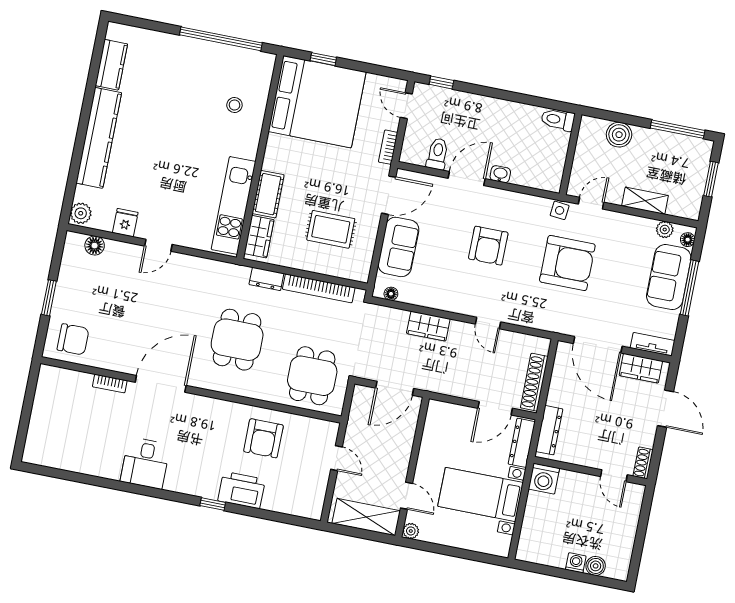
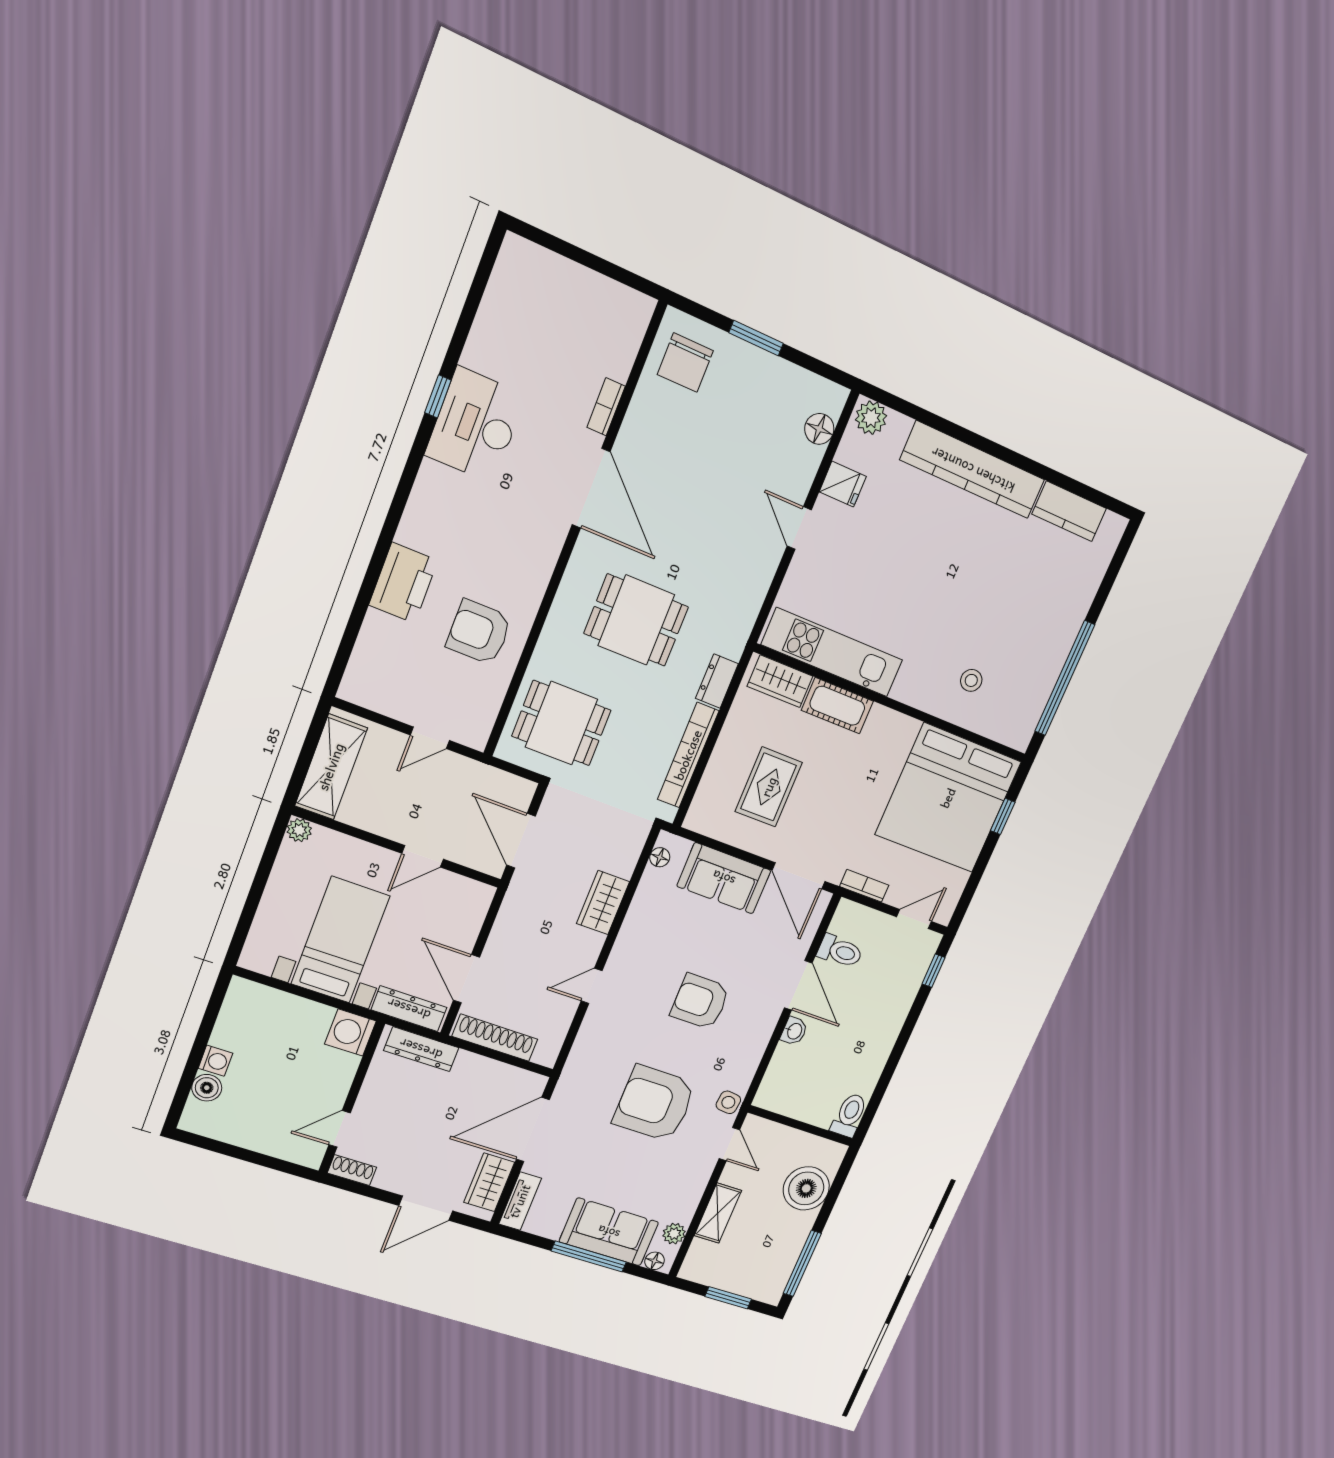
boiler: (619, 135) -> (806, 1188), width x1.37, depth x1.37
armchair: (567, 263) -> (655, 1103), turned 90
desk: (145, 463) -> (475, 425), width x1.37
door: (406, 496) -> (423, 856), moved
window: (213, 504) -> (438, 396), moved

